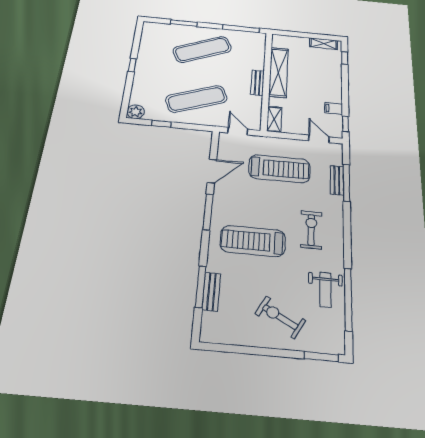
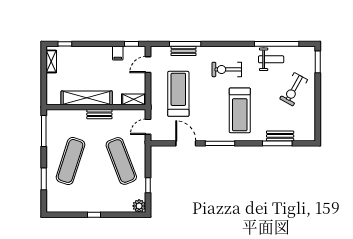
exercise mat: (202, 49) -> (70, 161), turned 42

